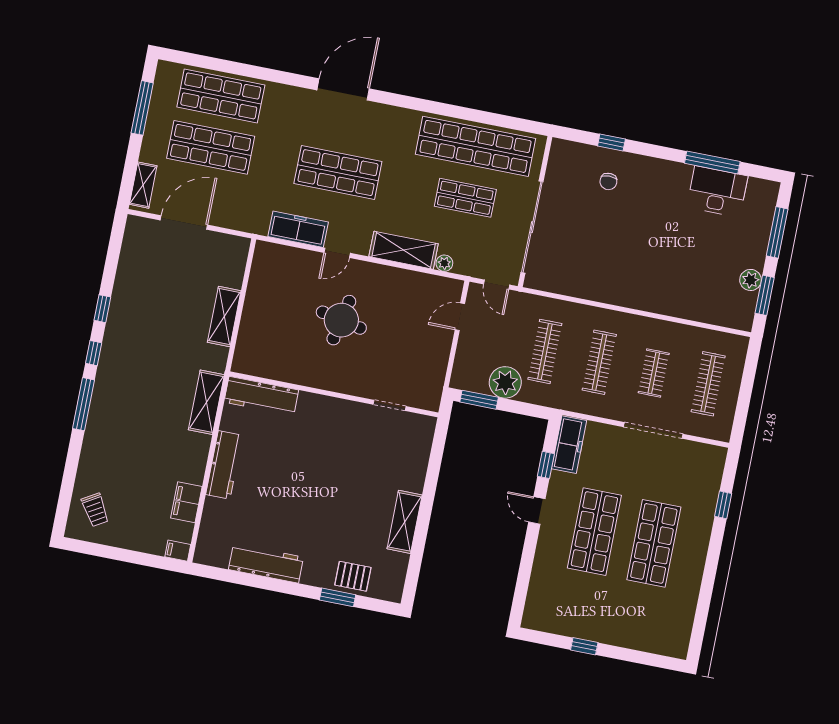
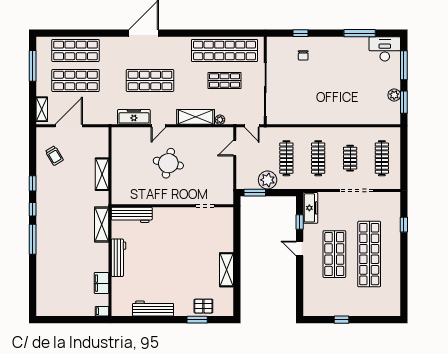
desk: (717, 191) -> (385, 49), moved
trolley: (95, 510) -> (54, 156), moved
shop shelf: (654, 543) -> (369, 254), width x1.40

